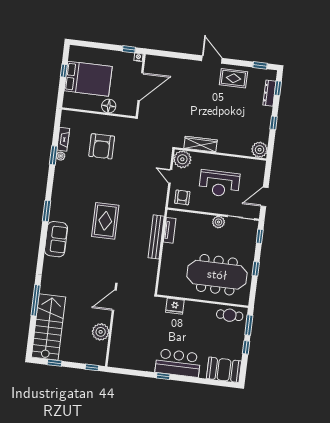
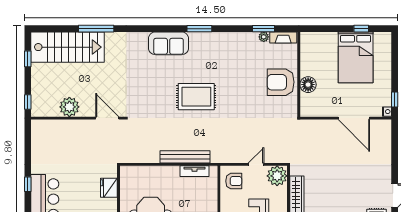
floor lamp: (109, 106) -> (308, 85), moved
wall: (99, 113) -> (299, 74), moved

